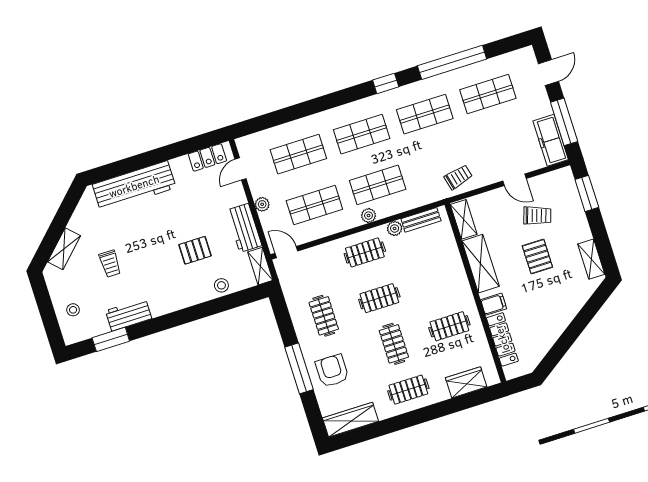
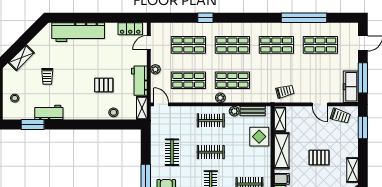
window: (386, 83) -> (205, 18), moved
trolley: (537, 215) -> (340, 116), moved
display table: (442, 254) -> (259, 137), added
pallet: (537, 257) -> (319, 158), turned 90

